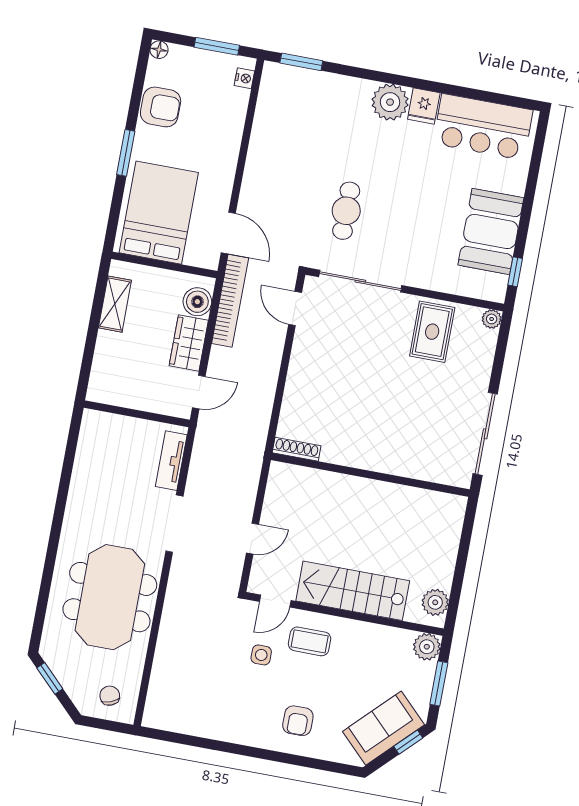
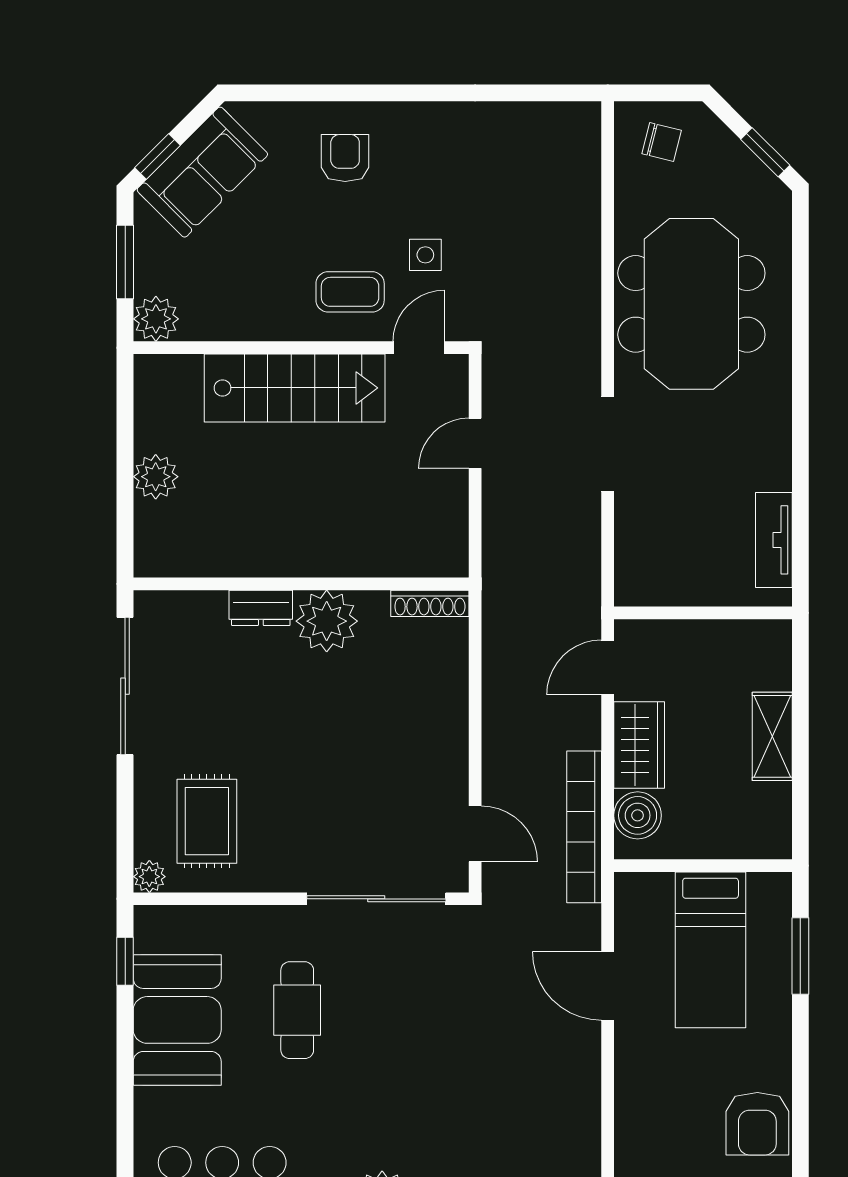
armchair: (161, 107) -> (757, 1124), turned -90
window: (126, 153) -> (800, 956), moved
cafe table: (346, 211) -> (297, 1010), moved
bed: (159, 213) -> (711, 950), width x0.67
door: (228, 233) -> (608, 986), moved
shelving: (115, 304) -> (772, 736), moved
rug: (432, 332) -> (207, 821), moved
plant: (359, 450) -> (327, 621), added
tv unit: (171, 461) -> (774, 540), moved, turned 180
dresser: (397, 465) -> (261, 608), added
plant: (435, 602) -> (156, 477), moved
chair: (110, 696) -> (662, 142), turned -55

